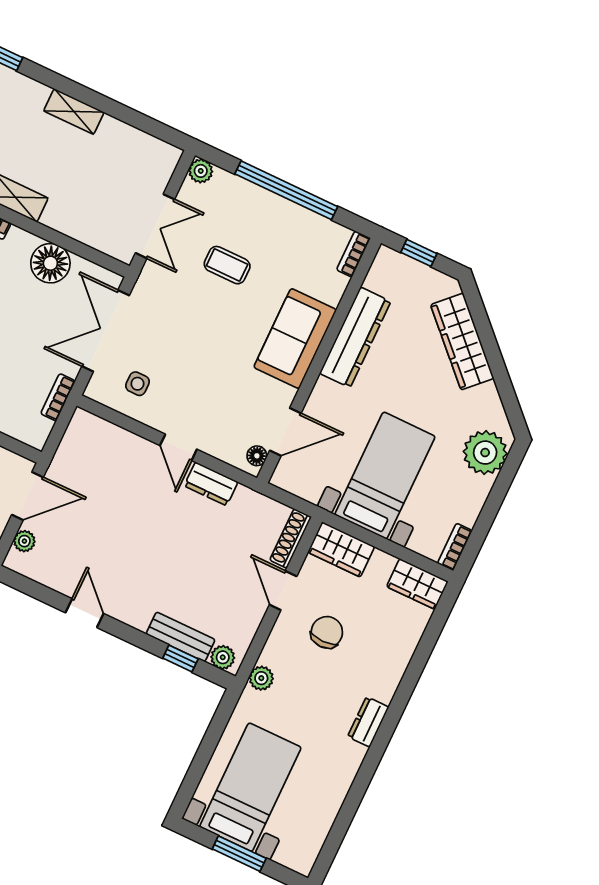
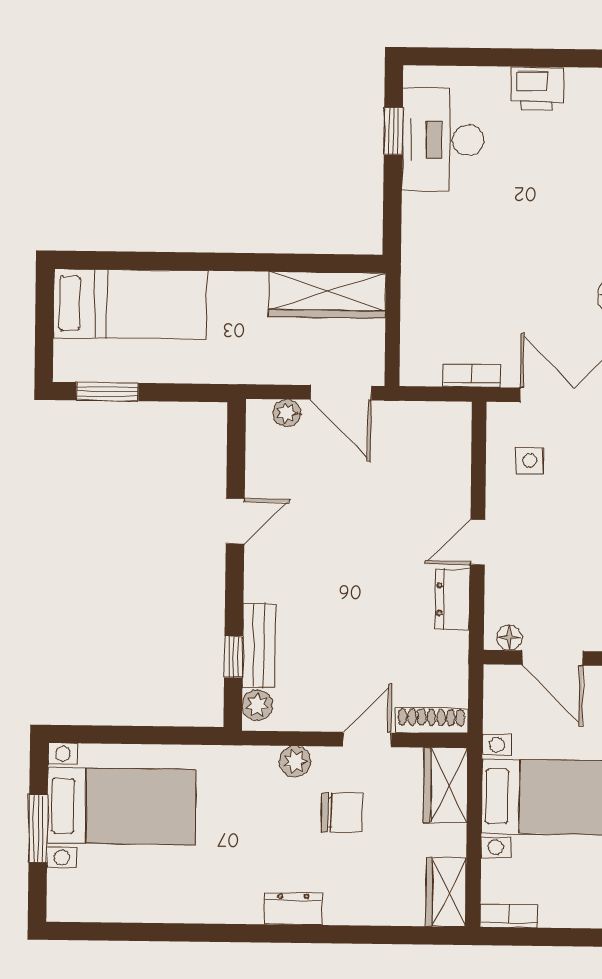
plant: (261, 678) -> (295, 761), moved
dresser: (368, 722) -> (293, 909), moved

